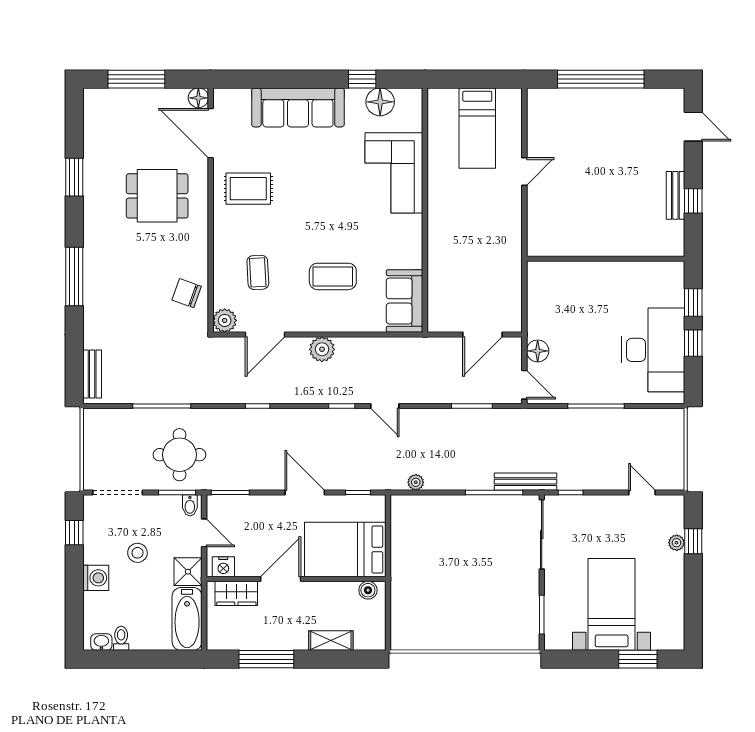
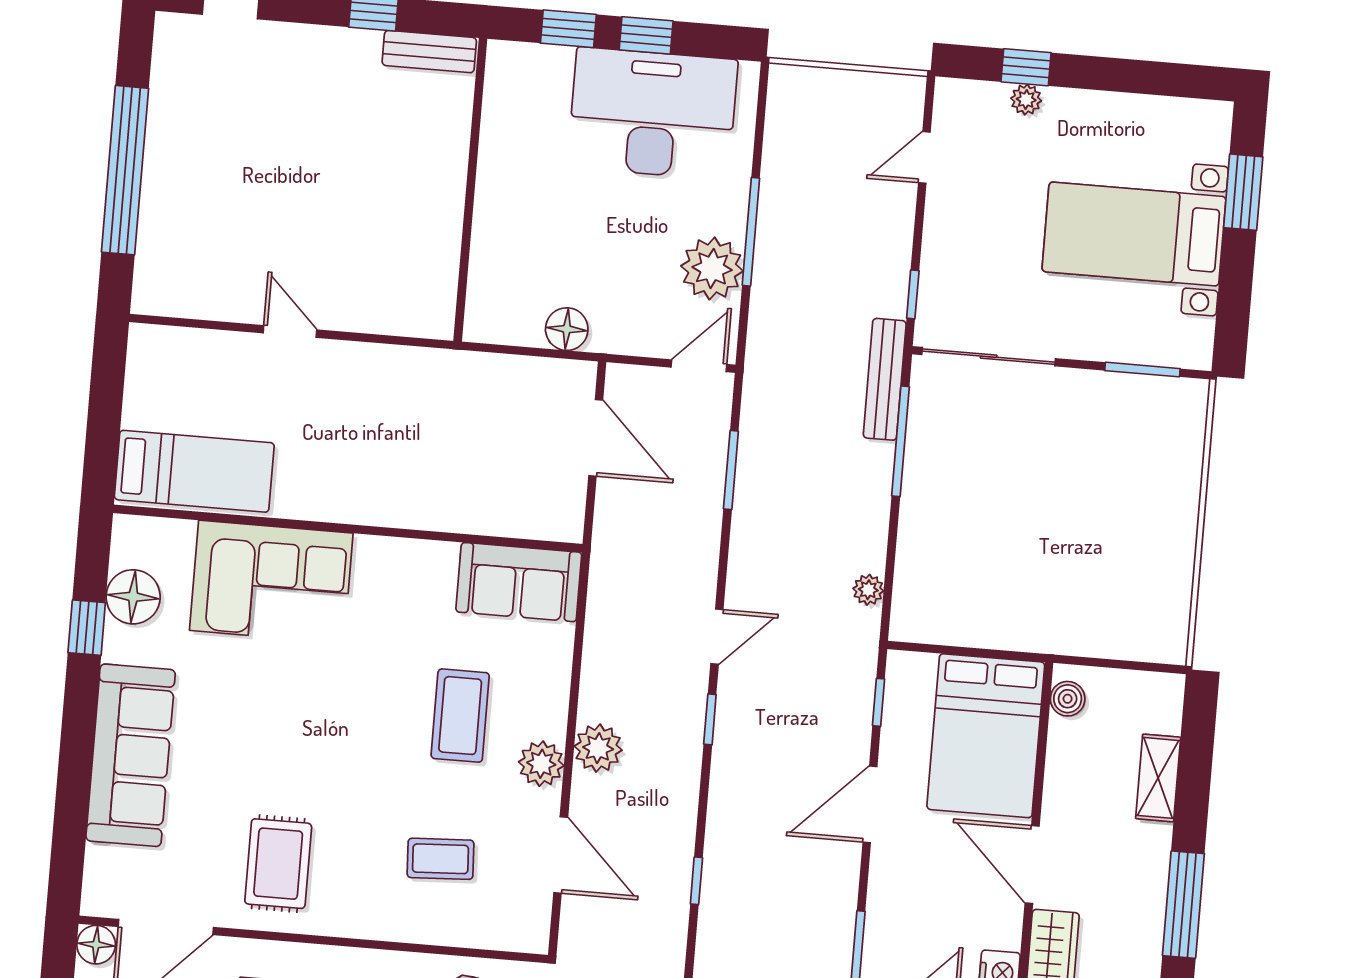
bed: (477, 128) -> (194, 471), moved
bench: (675, 195) -> (429, 52), moved
plant: (225, 320) -> (541, 764), moved
floor lamp: (538, 351) -> (567, 329), moved
plant: (575, 387) -> (712, 268), added

